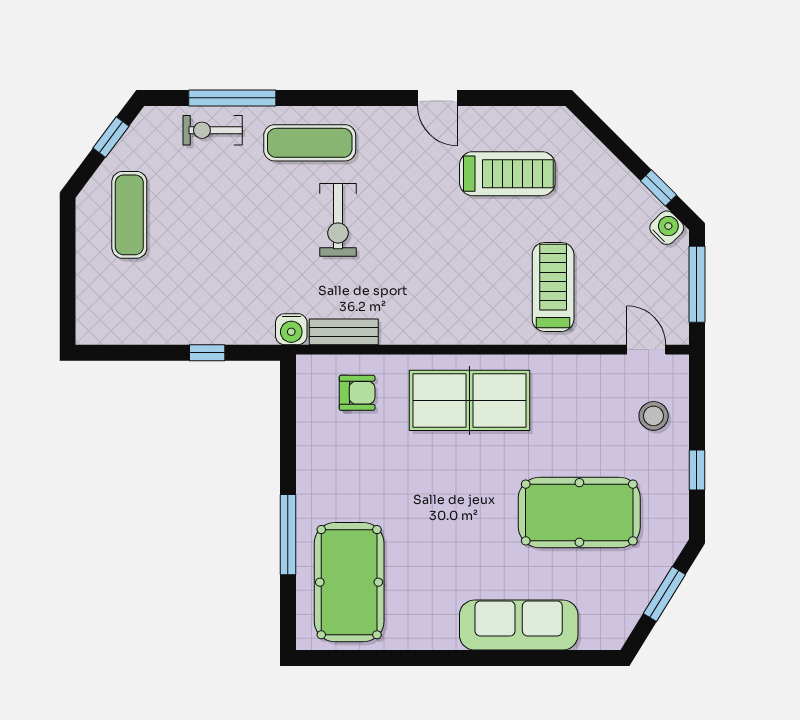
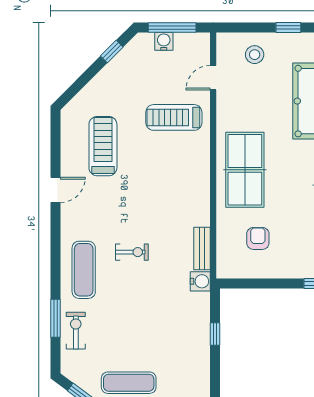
window: (232, 98) -> (56, 318), width x0.69
exercise bike: (213, 130) -> (76, 331), turned 180
exercise bike: (338, 220) -> (132, 252), width x0.73, depth x0.72
water cooler: (667, 228) -> (164, 41), moved, turned 45
door: (646, 350) -> (213, 78), moved
armchair: (357, 393) -> (258, 238), moved

